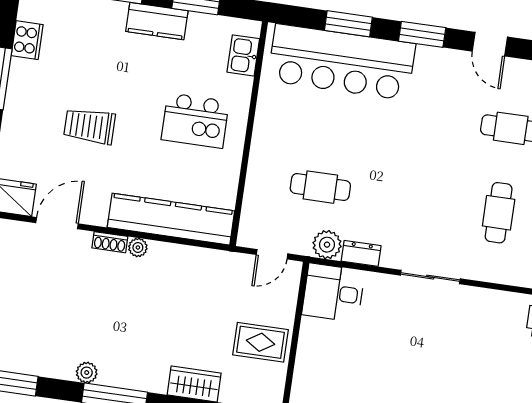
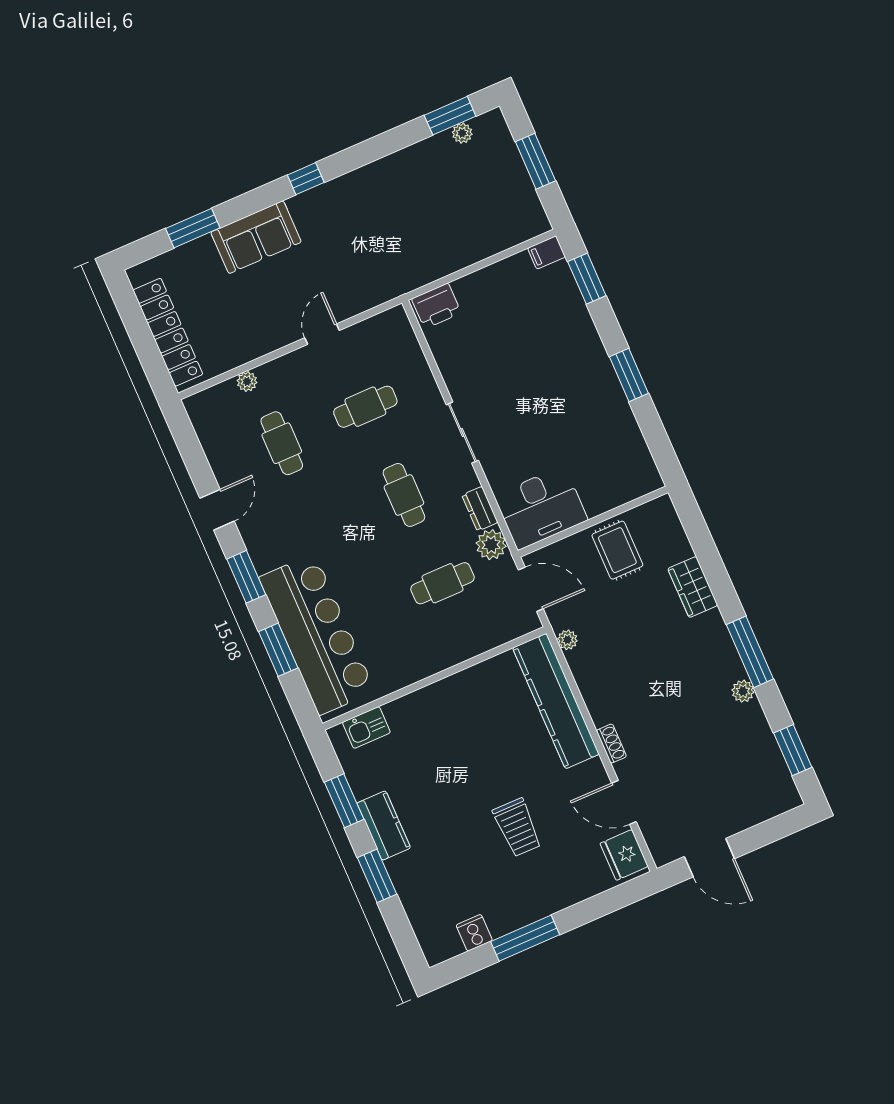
cooker: (27, 40) -> (474, 933), width x0.73
kitchen island: (195, 121) -> (453, 735), removed
cafe table: (320, 187) -> (443, 583), turned 90
cafe table: (409, 200) -> (404, 495), added
plant: (138, 247) -> (567, 640), moved
door: (272, 254) -> (531, 589), width x1.38
desk: (333, 293) -> (541, 508), width x1.37

